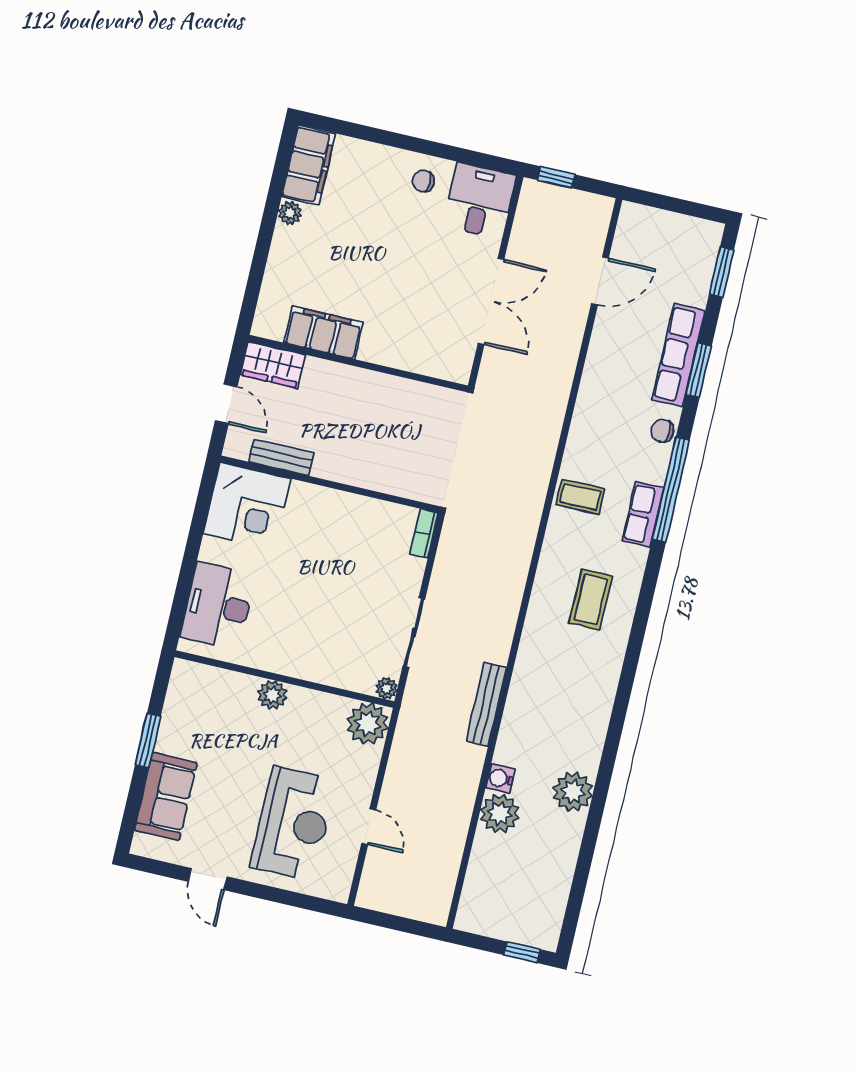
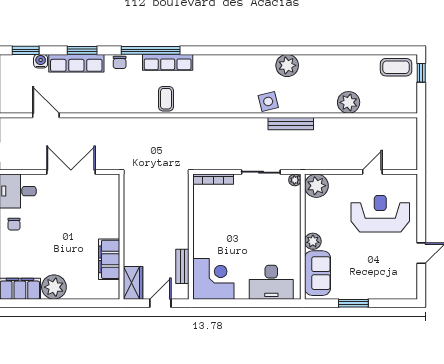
plant: (290, 213) -> (54, 287), width x1.88, depth x1.88
row of seats: (643, 514) -> (168, 62), width x1.48
bookcase: (424, 534) -> (213, 179), width x1.56
coffee table: (591, 599) -> (396, 67), moved
side table: (534, 674) -> (268, 101), added
water cooler: (500, 778) -> (41, 61), moved, turned 180
plant: (573, 792) -> (287, 65), moved
sofa: (166, 797) -> (318, 273), moved, turned 90

